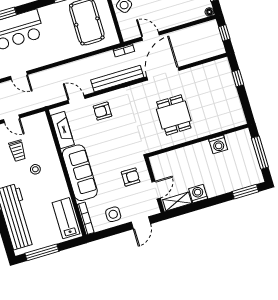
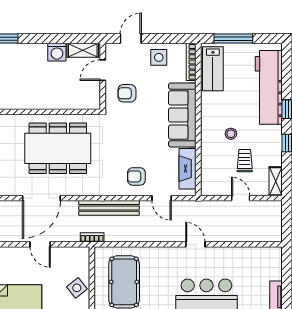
door: (150, 36) -> (40, 244), moved
door: (163, 74) -> (41, 198), moved
door: (19, 75) -> (195, 244), moved
armchair: (102, 111) -> (136, 176), turned 180
dining table: (174, 115) -> (58, 148), width x1.88, depth x1.24
washing machine: (218, 144) -> (18, 101), removed
window: (42, 252) -> (233, 39), moved

